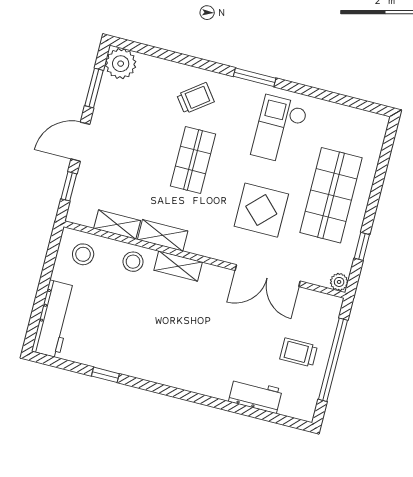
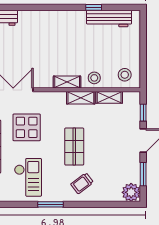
workbench: (54, 319) -> (109, 18), moved, turned -90

